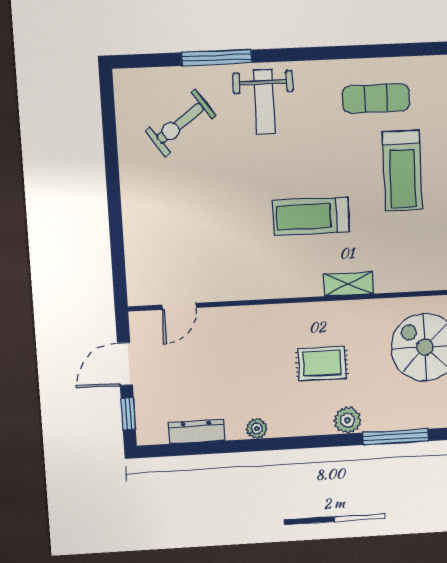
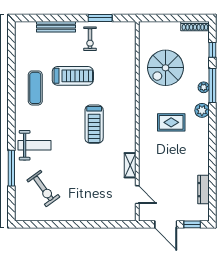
shelving: (348, 284) -> (130, 165), moved
rug: (322, 364) -> (171, 122), turned 90
plant: (257, 428) -> (204, 87), moved

